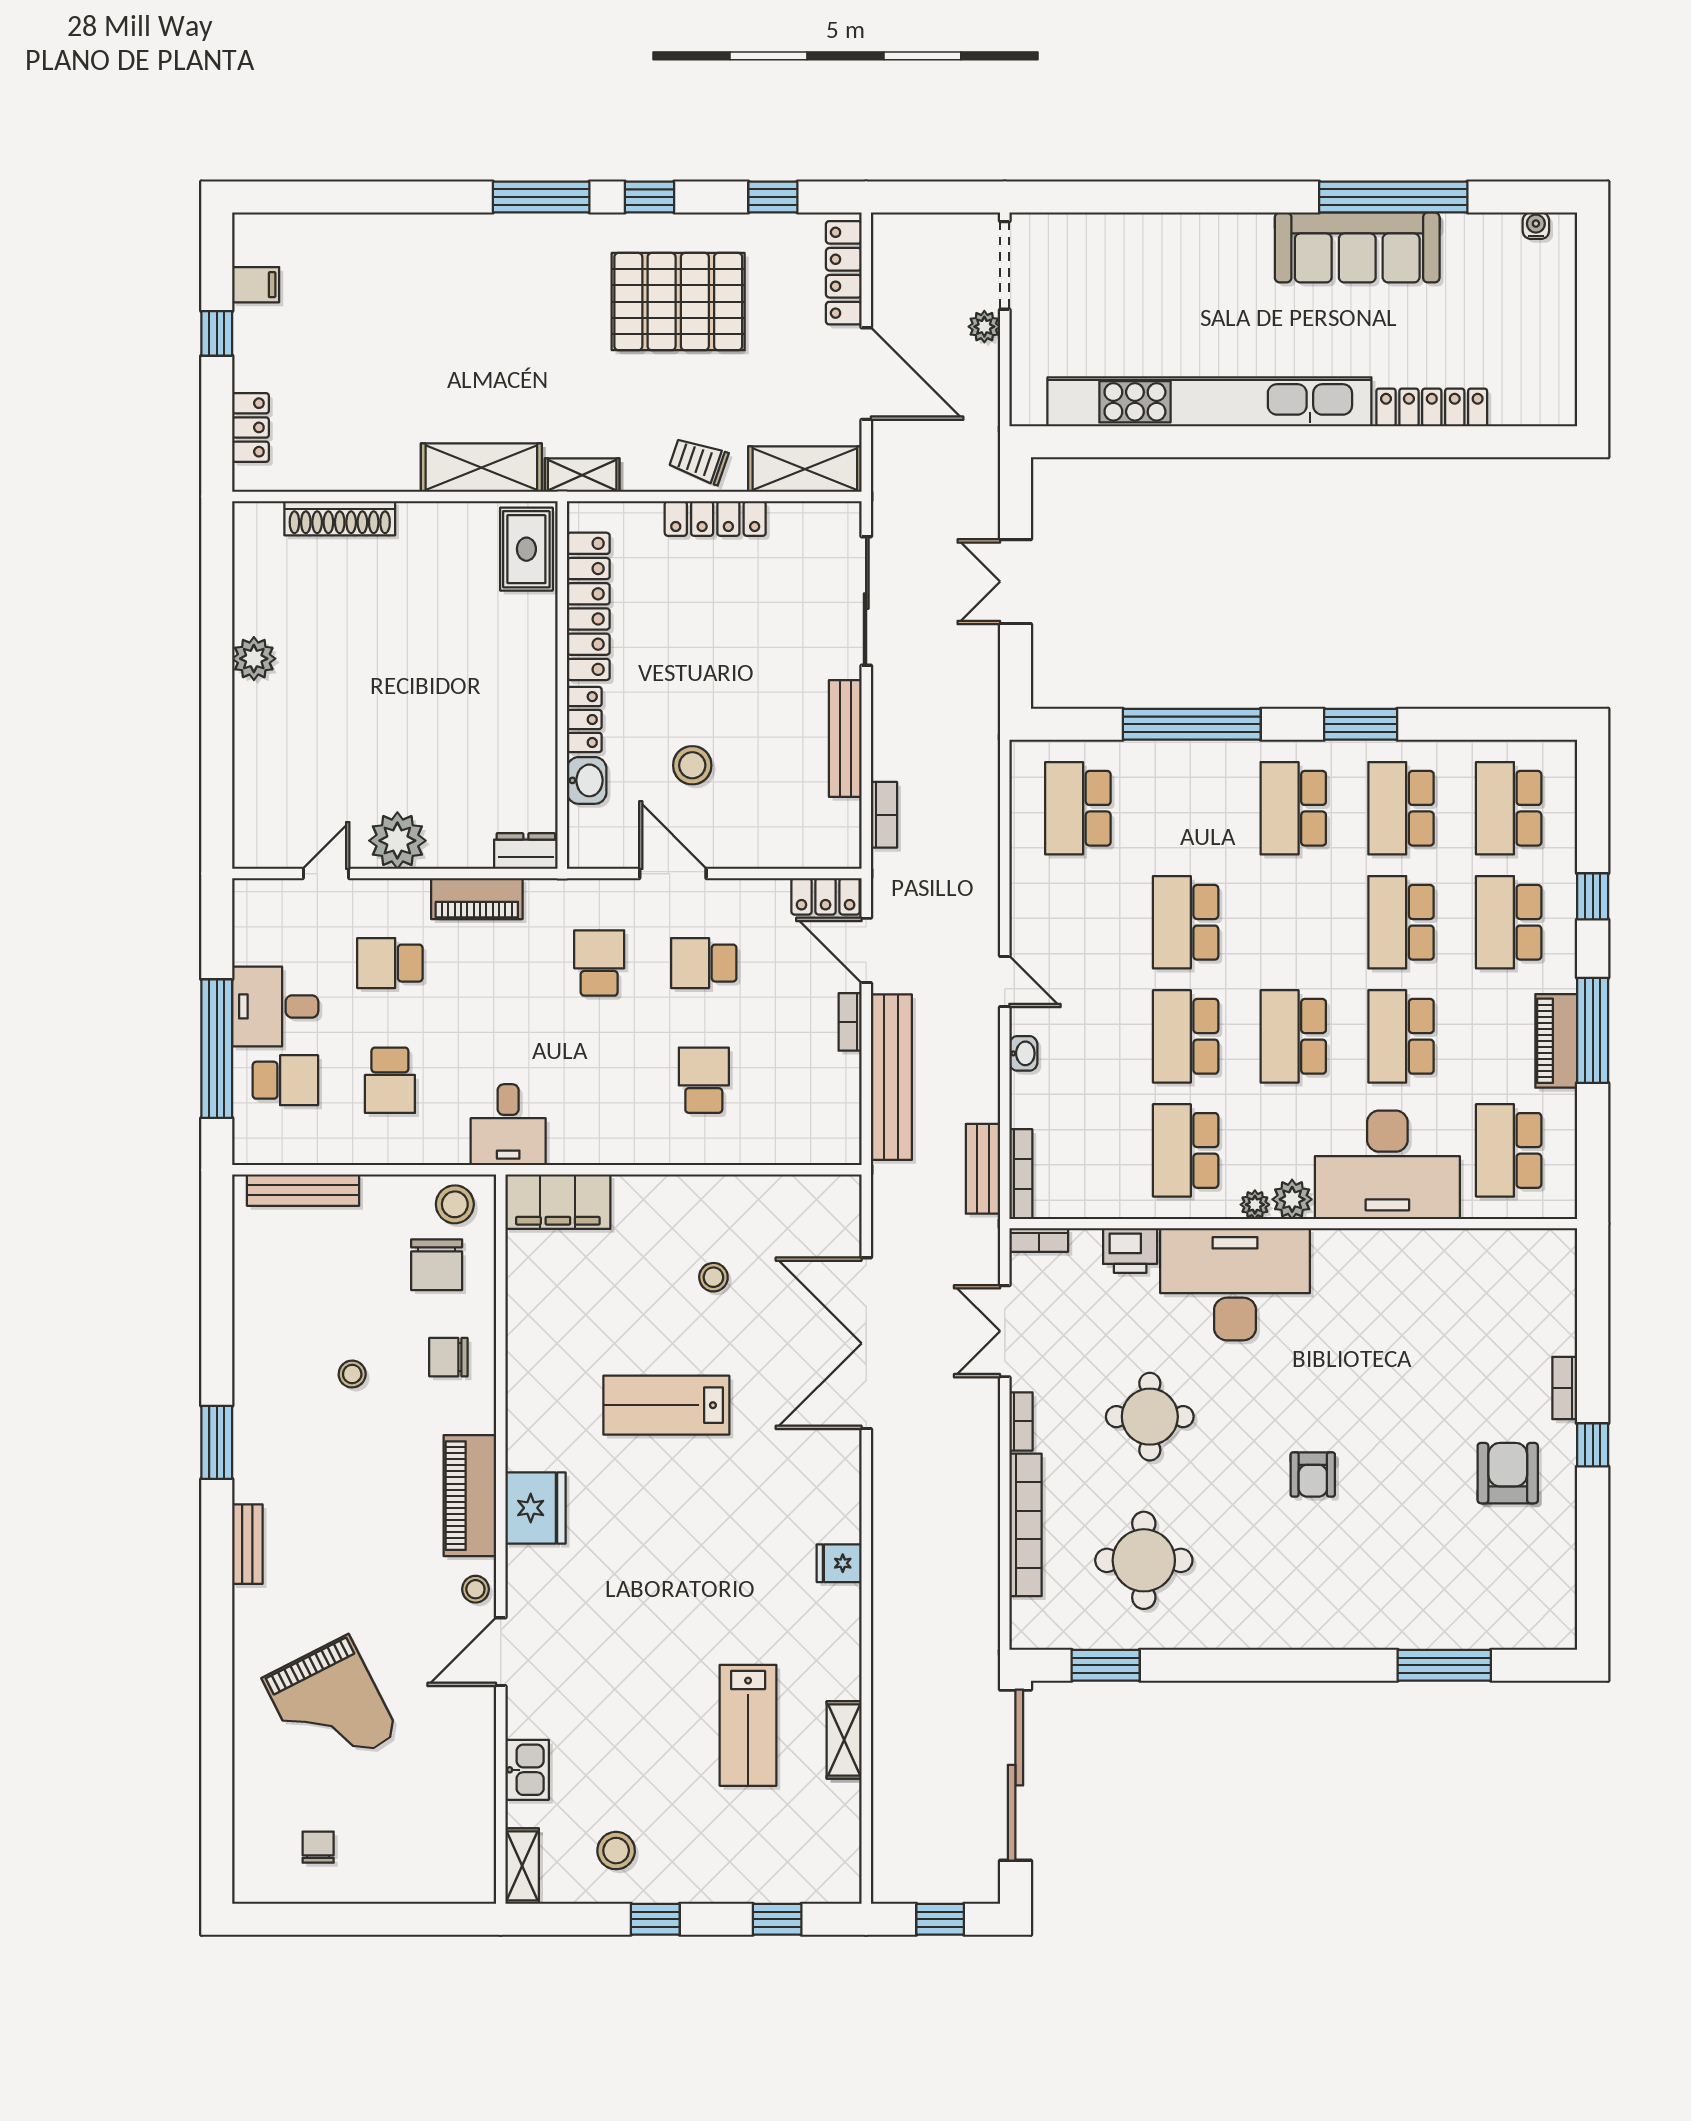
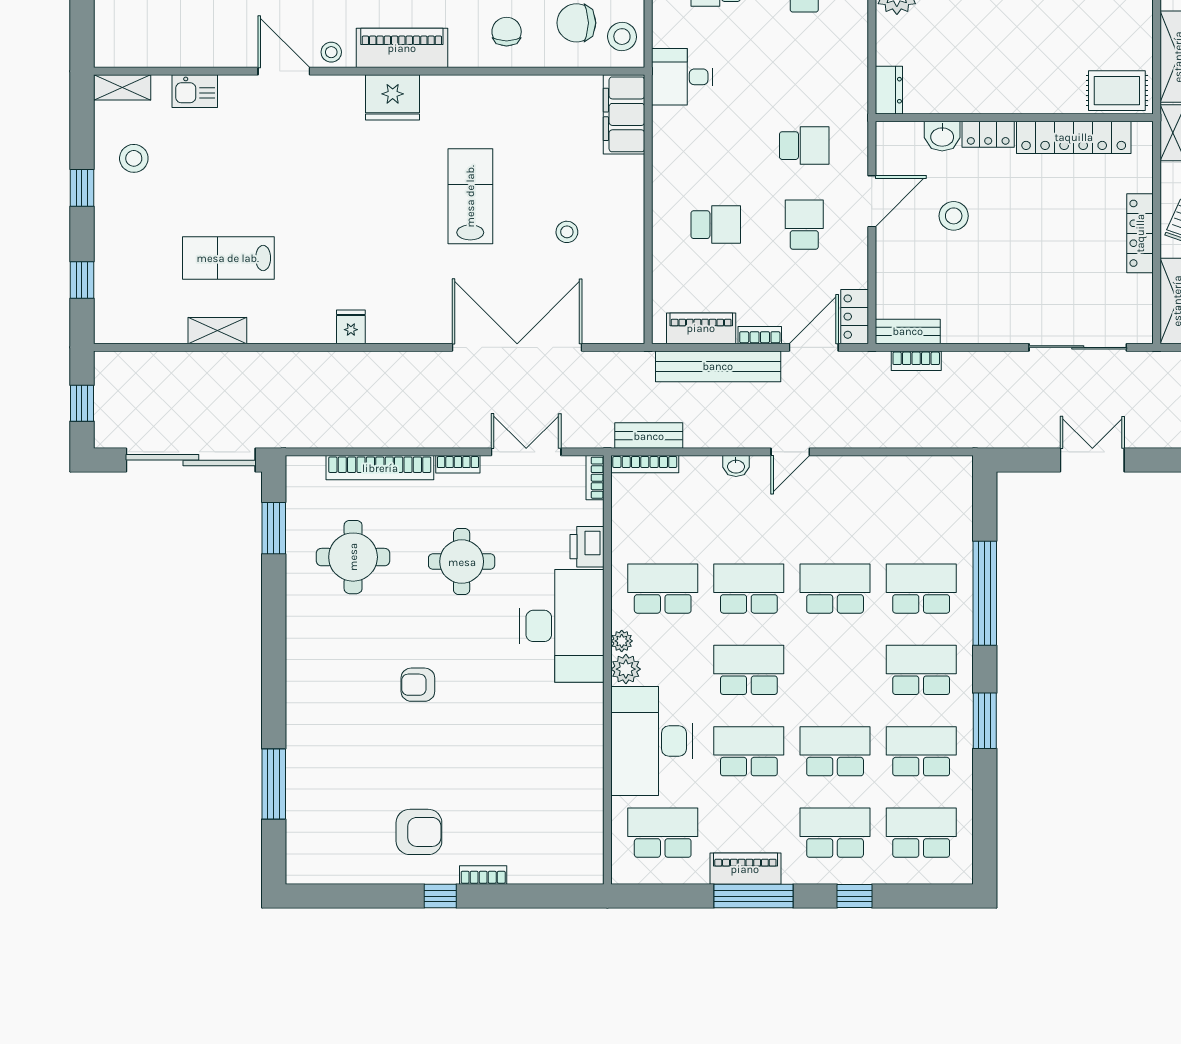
bench: (845, 738) -> (908, 331), moved, width x0.73
school desk: (1078, 808) -> (921, 589), moved
piano: (477, 899) -> (701, 328), moved, turned 90

